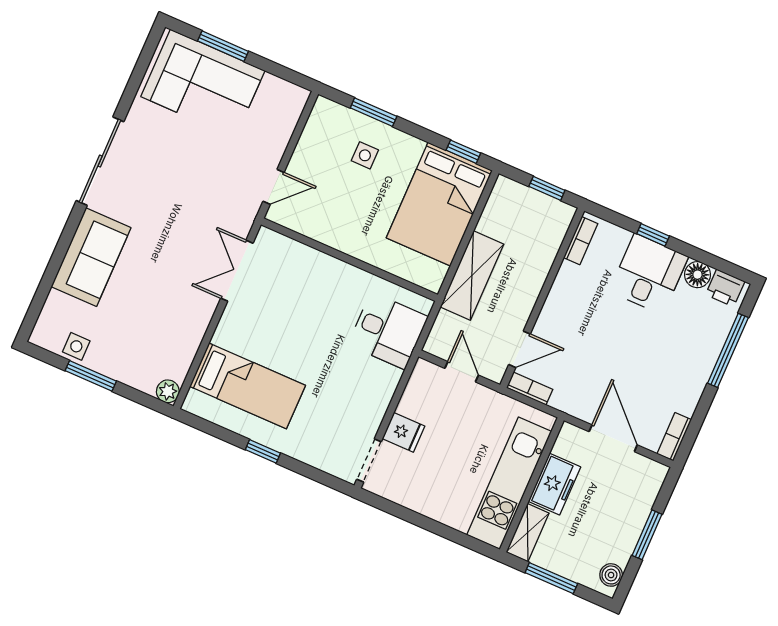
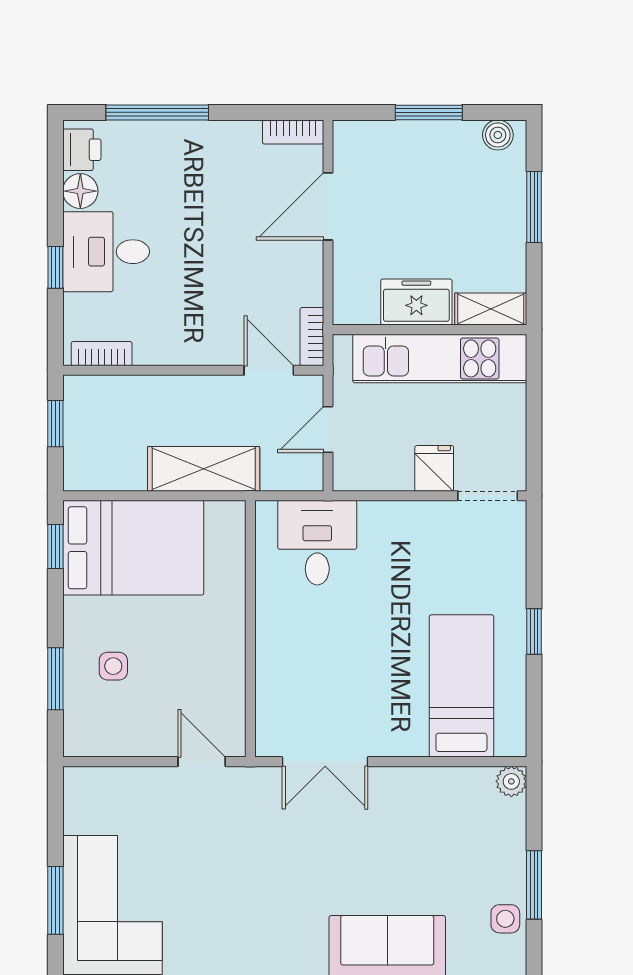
kitchen unit: (509, 483) -> (440, 358), moved
freezer: (554, 484) -> (416, 302), moved
wall: (532, 485) -> (429, 330), moved
shelving: (528, 533) -> (491, 309), moved

